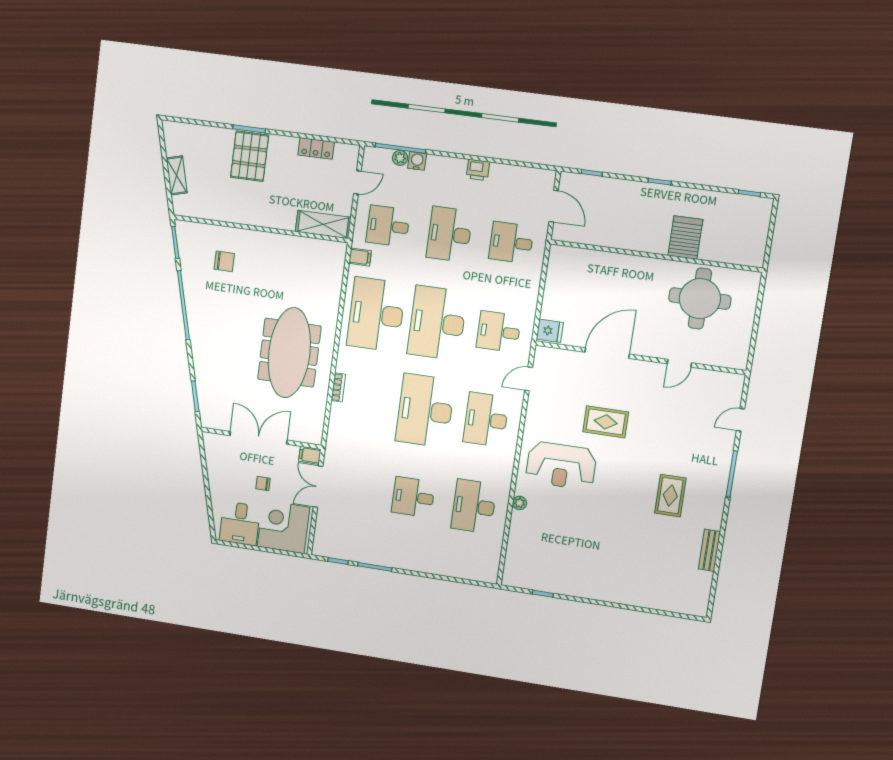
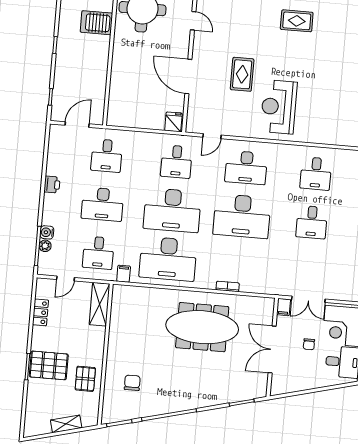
door: (357, 182) -> (66, 278), swing flipped
pallet: (231, 202) -> (85, 379), added
door: (529, 379) -> (212, 136), hinge flipped
reception desk: (561, 466) -> (279, 107), turned 180
plant: (520, 503) -> (311, 138), removed
desk: (474, 506) -> (316, 174), width x0.73

